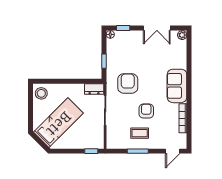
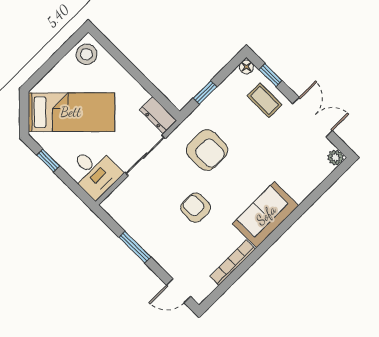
double door: (157, 28) -> (313, 117), swing flipped
armchair: (128, 83) -> (207, 150), turned 90
armchair: (146, 111) -> (196, 208), turned -90
coffee table: (140, 133) -> (265, 100), moved
desk: (91, 137) -> (94, 172), added
window: (91, 151) -> (48, 160), moved

